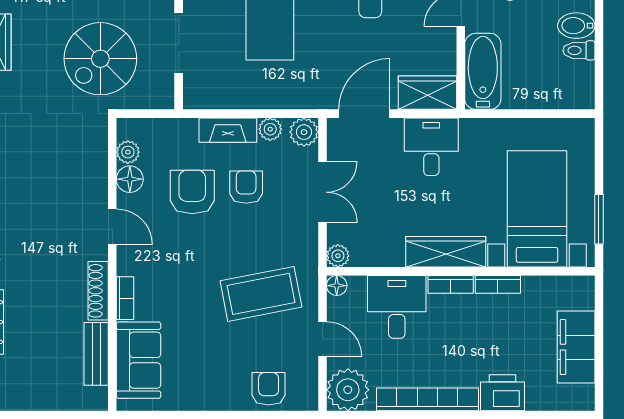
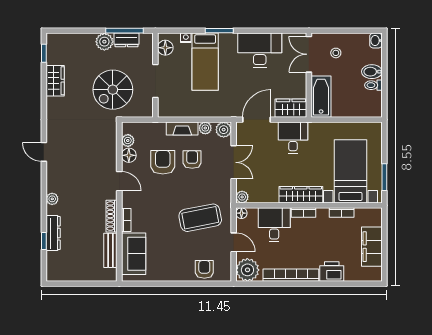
bookcase: (498, 284) -> (342, 213), moved

